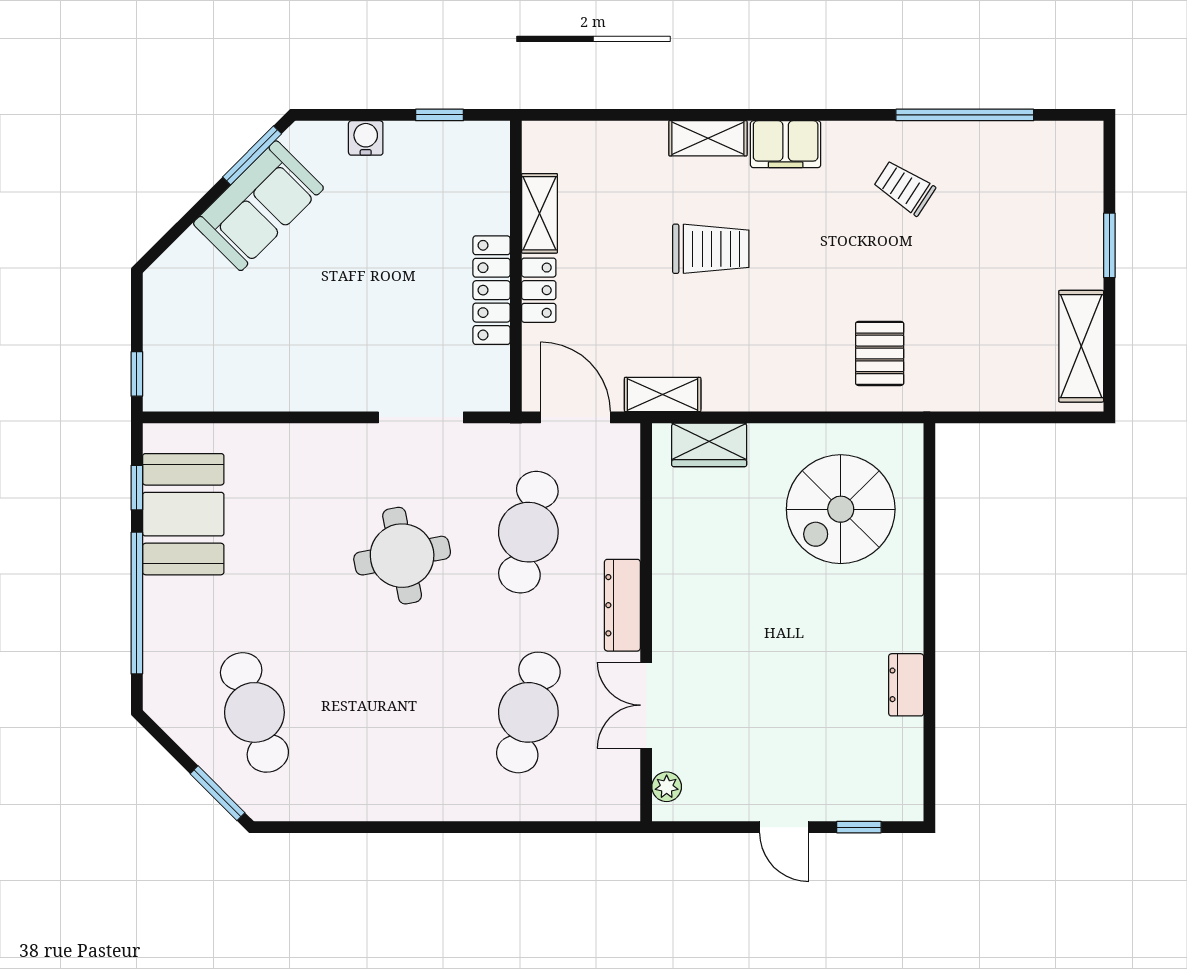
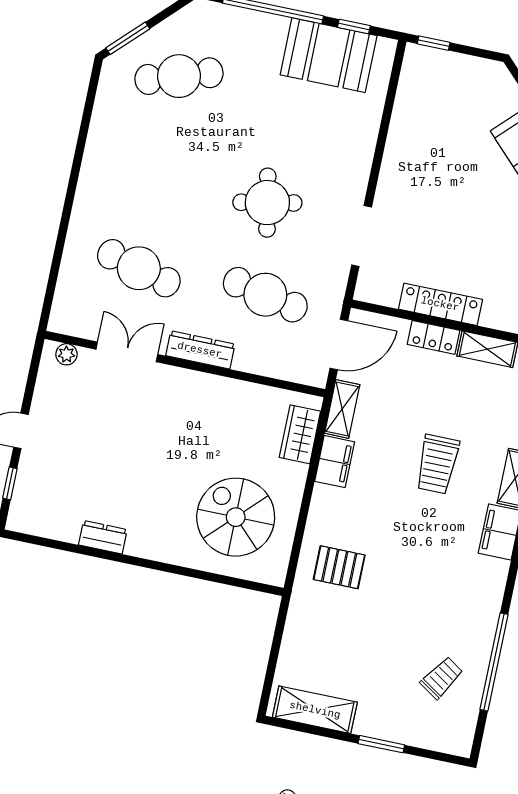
trolley: (904, 188) -> (442, 678), moved
filing cabinet: (737, 390) -> (335, 462), added

